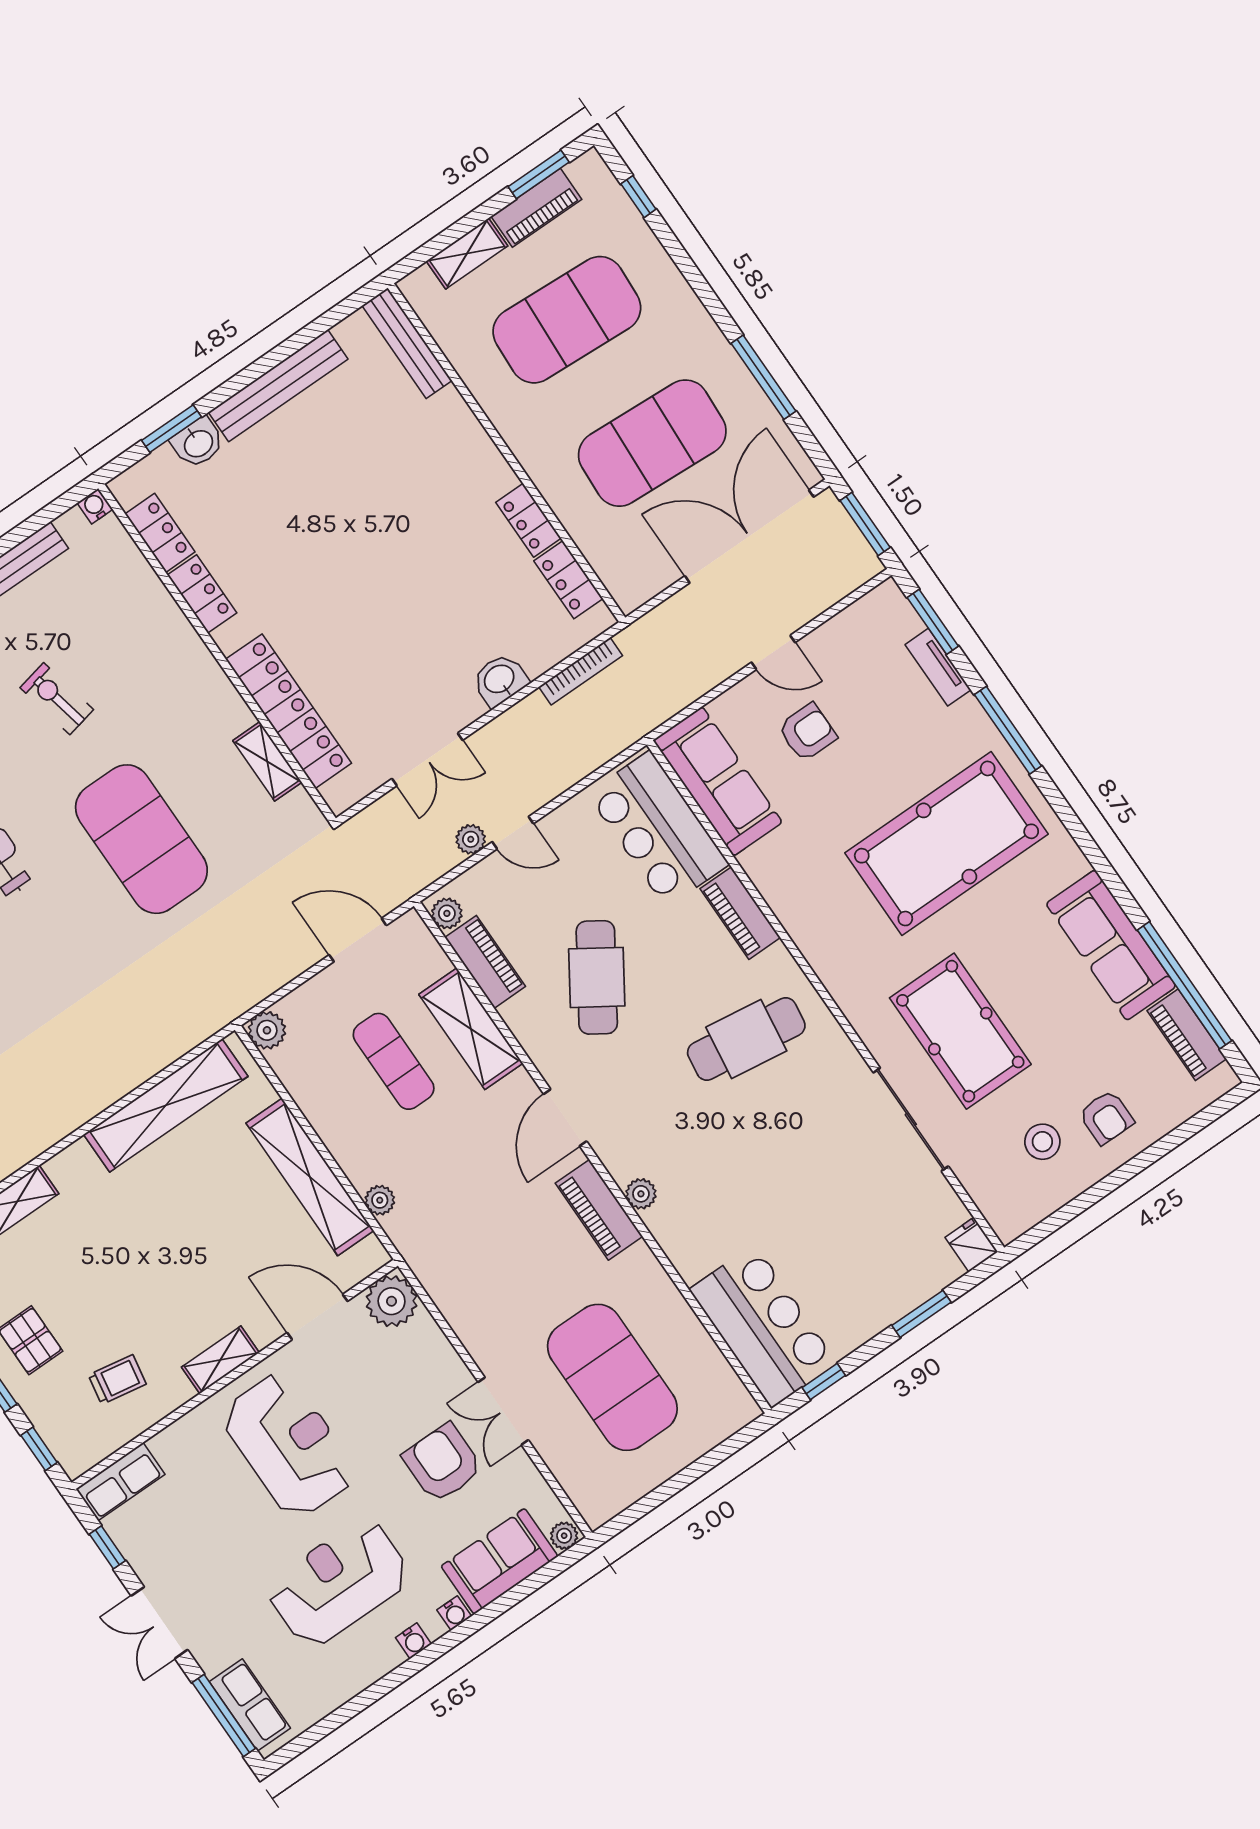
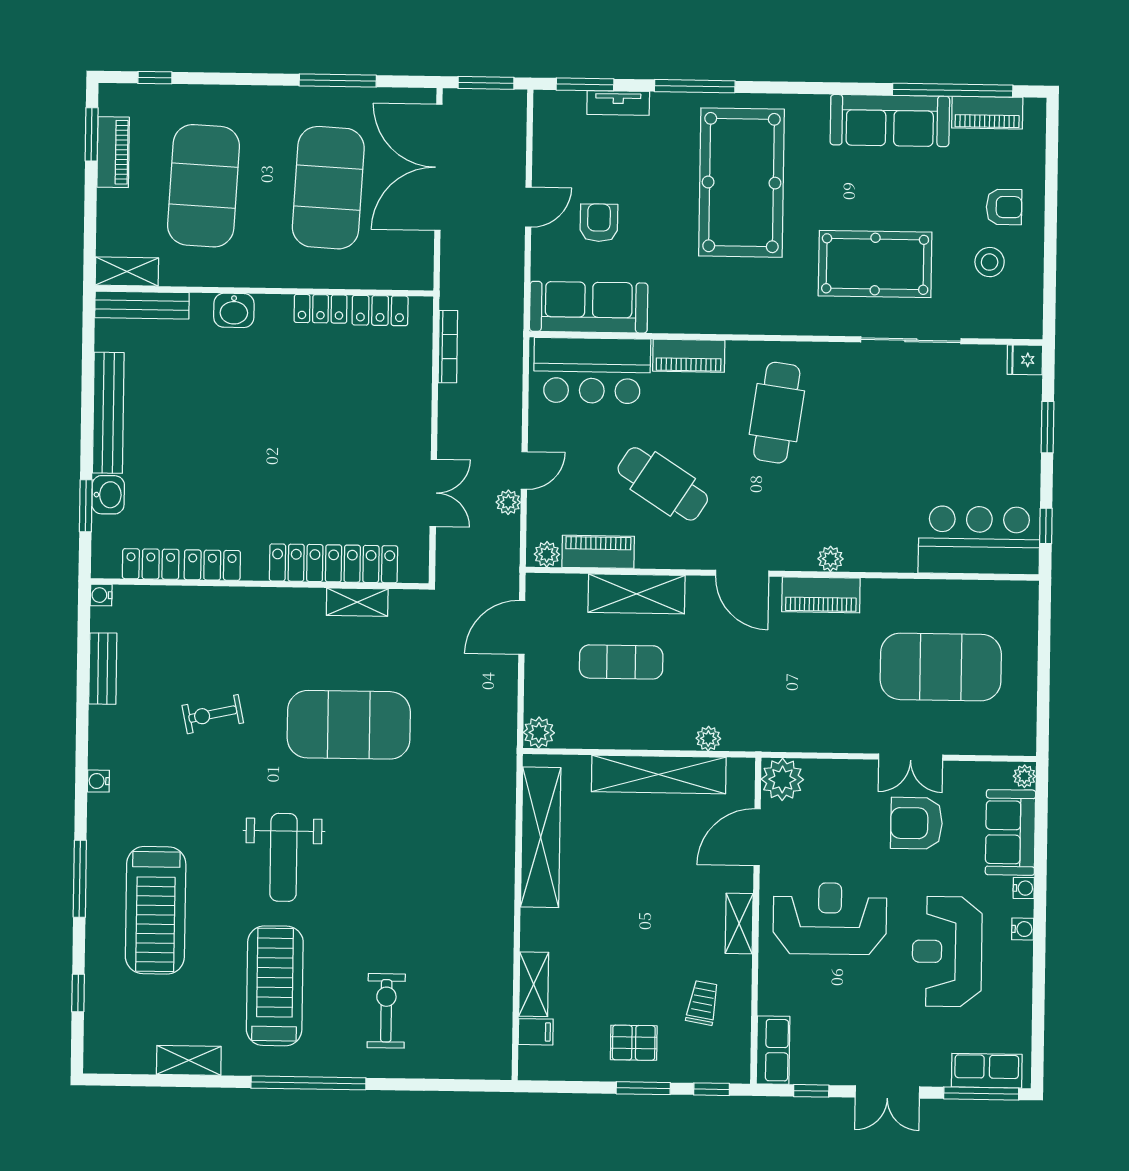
shelving: (467, 254) -> (127, 271), moved, turned 90
washbasin: (500, 680) -> (234, 310), moved, turned -90

